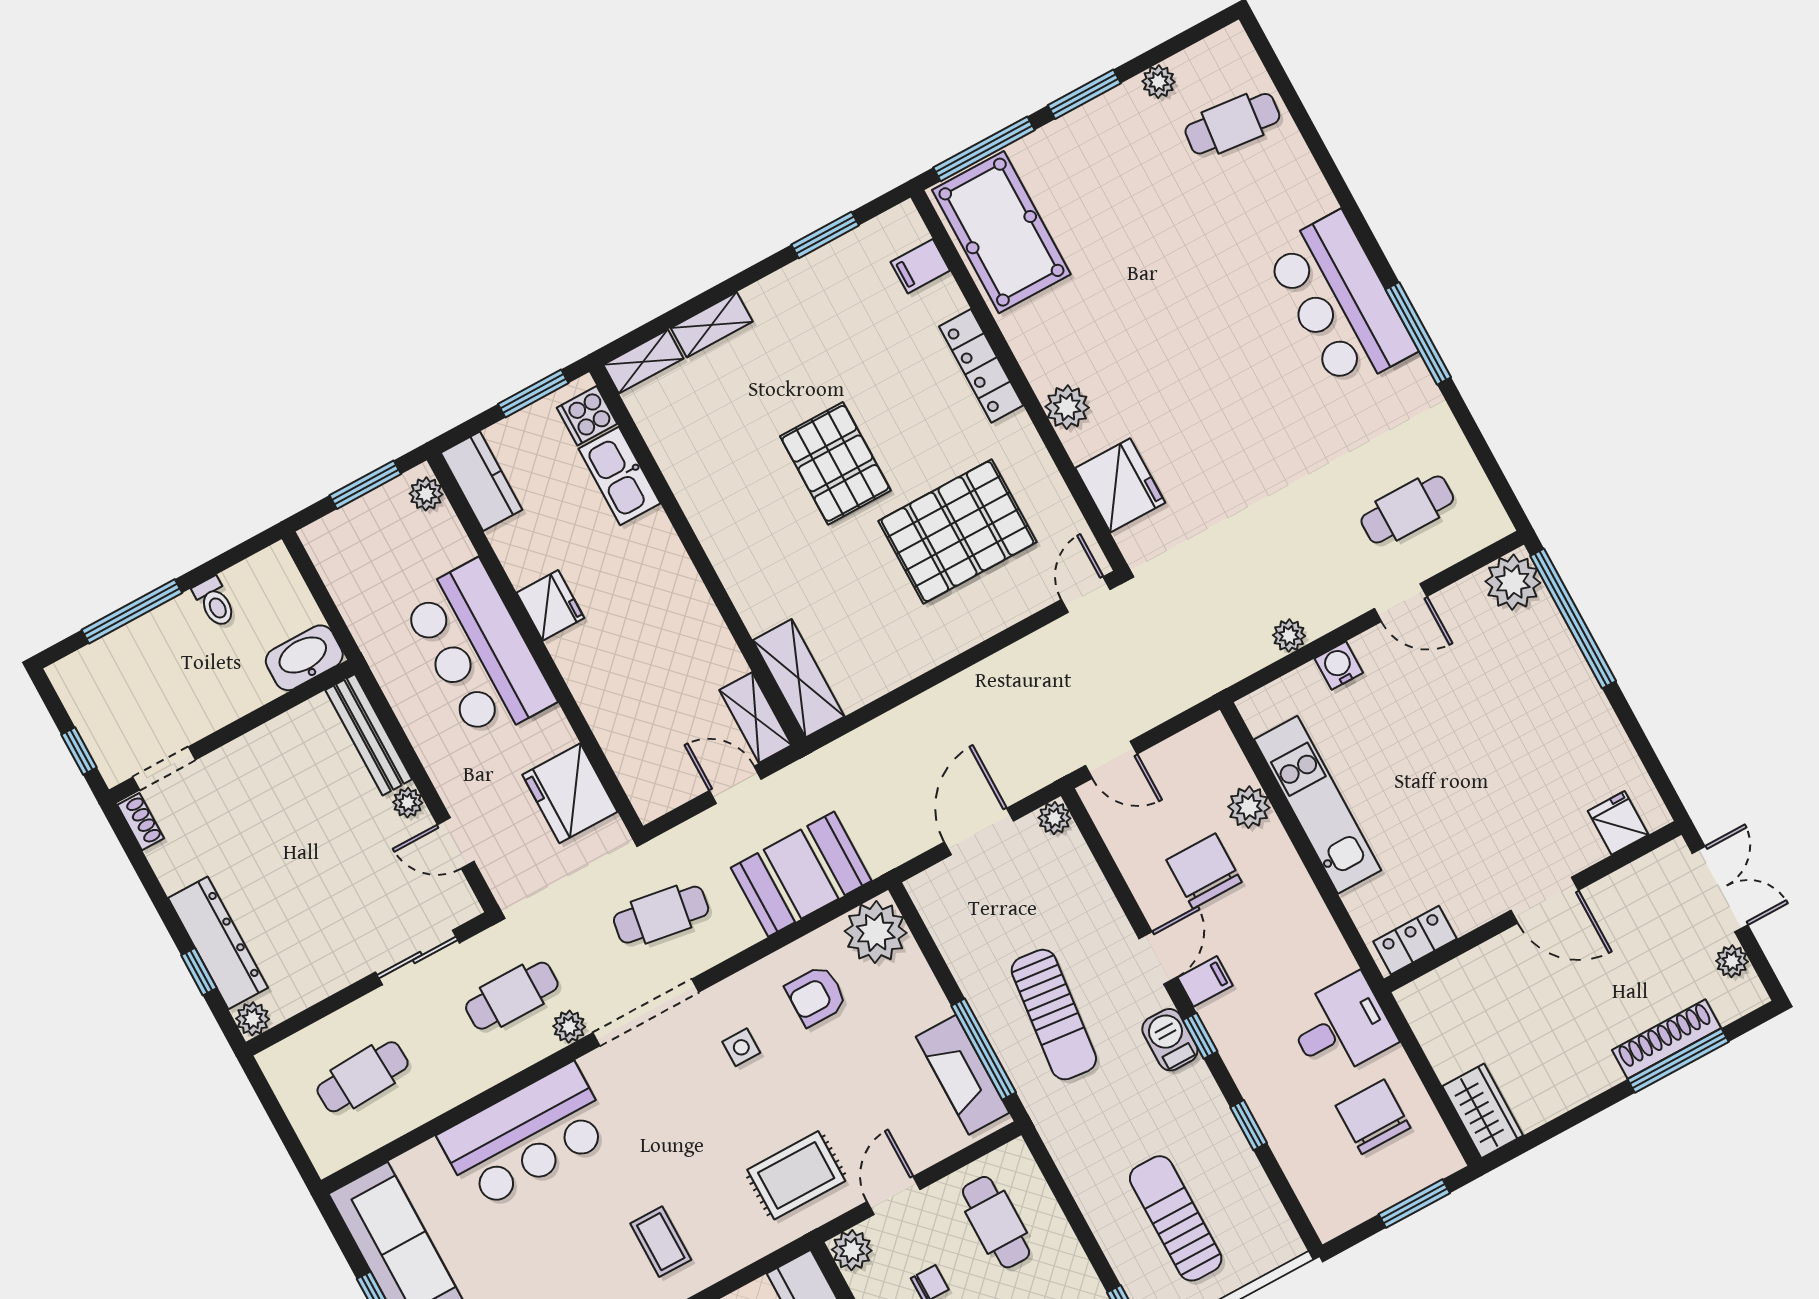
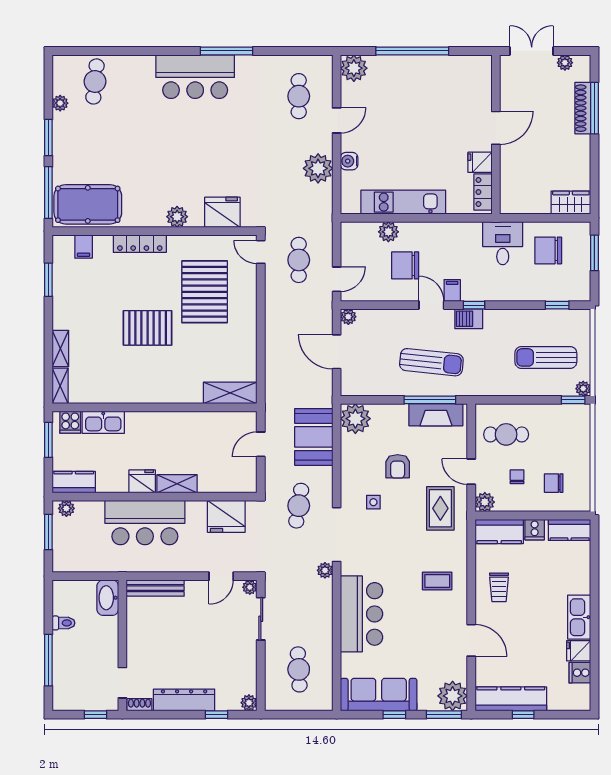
window: (1573, 619) -> (412, 51), moved
plant: (1289, 636) -> (318, 168), width x1.88, depth x1.88
shelving: (755, 718) -> (177, 484), moved
plant: (408, 803) -> (250, 587), moved
fridge: (1618, 823) -> (480, 162), moved
dresser: (218, 943) -> (184, 700), moved
cafe table: (512, 996) -> (299, 260), moved
armchair: (816, 996) -> (398, 466), moved
window: (1249, 1125) -> (557, 305), moved

